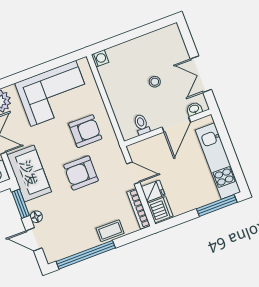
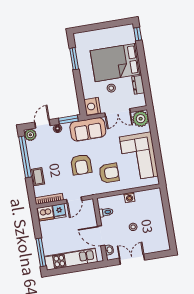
washing machine: (100, 58) -> (129, 197), moved
armchair: (85, 131) -> (109, 173), turned -90
armchair: (81, 173) -> (81, 165), turned 180
plant: (53, 254) -> (30, 135), added

